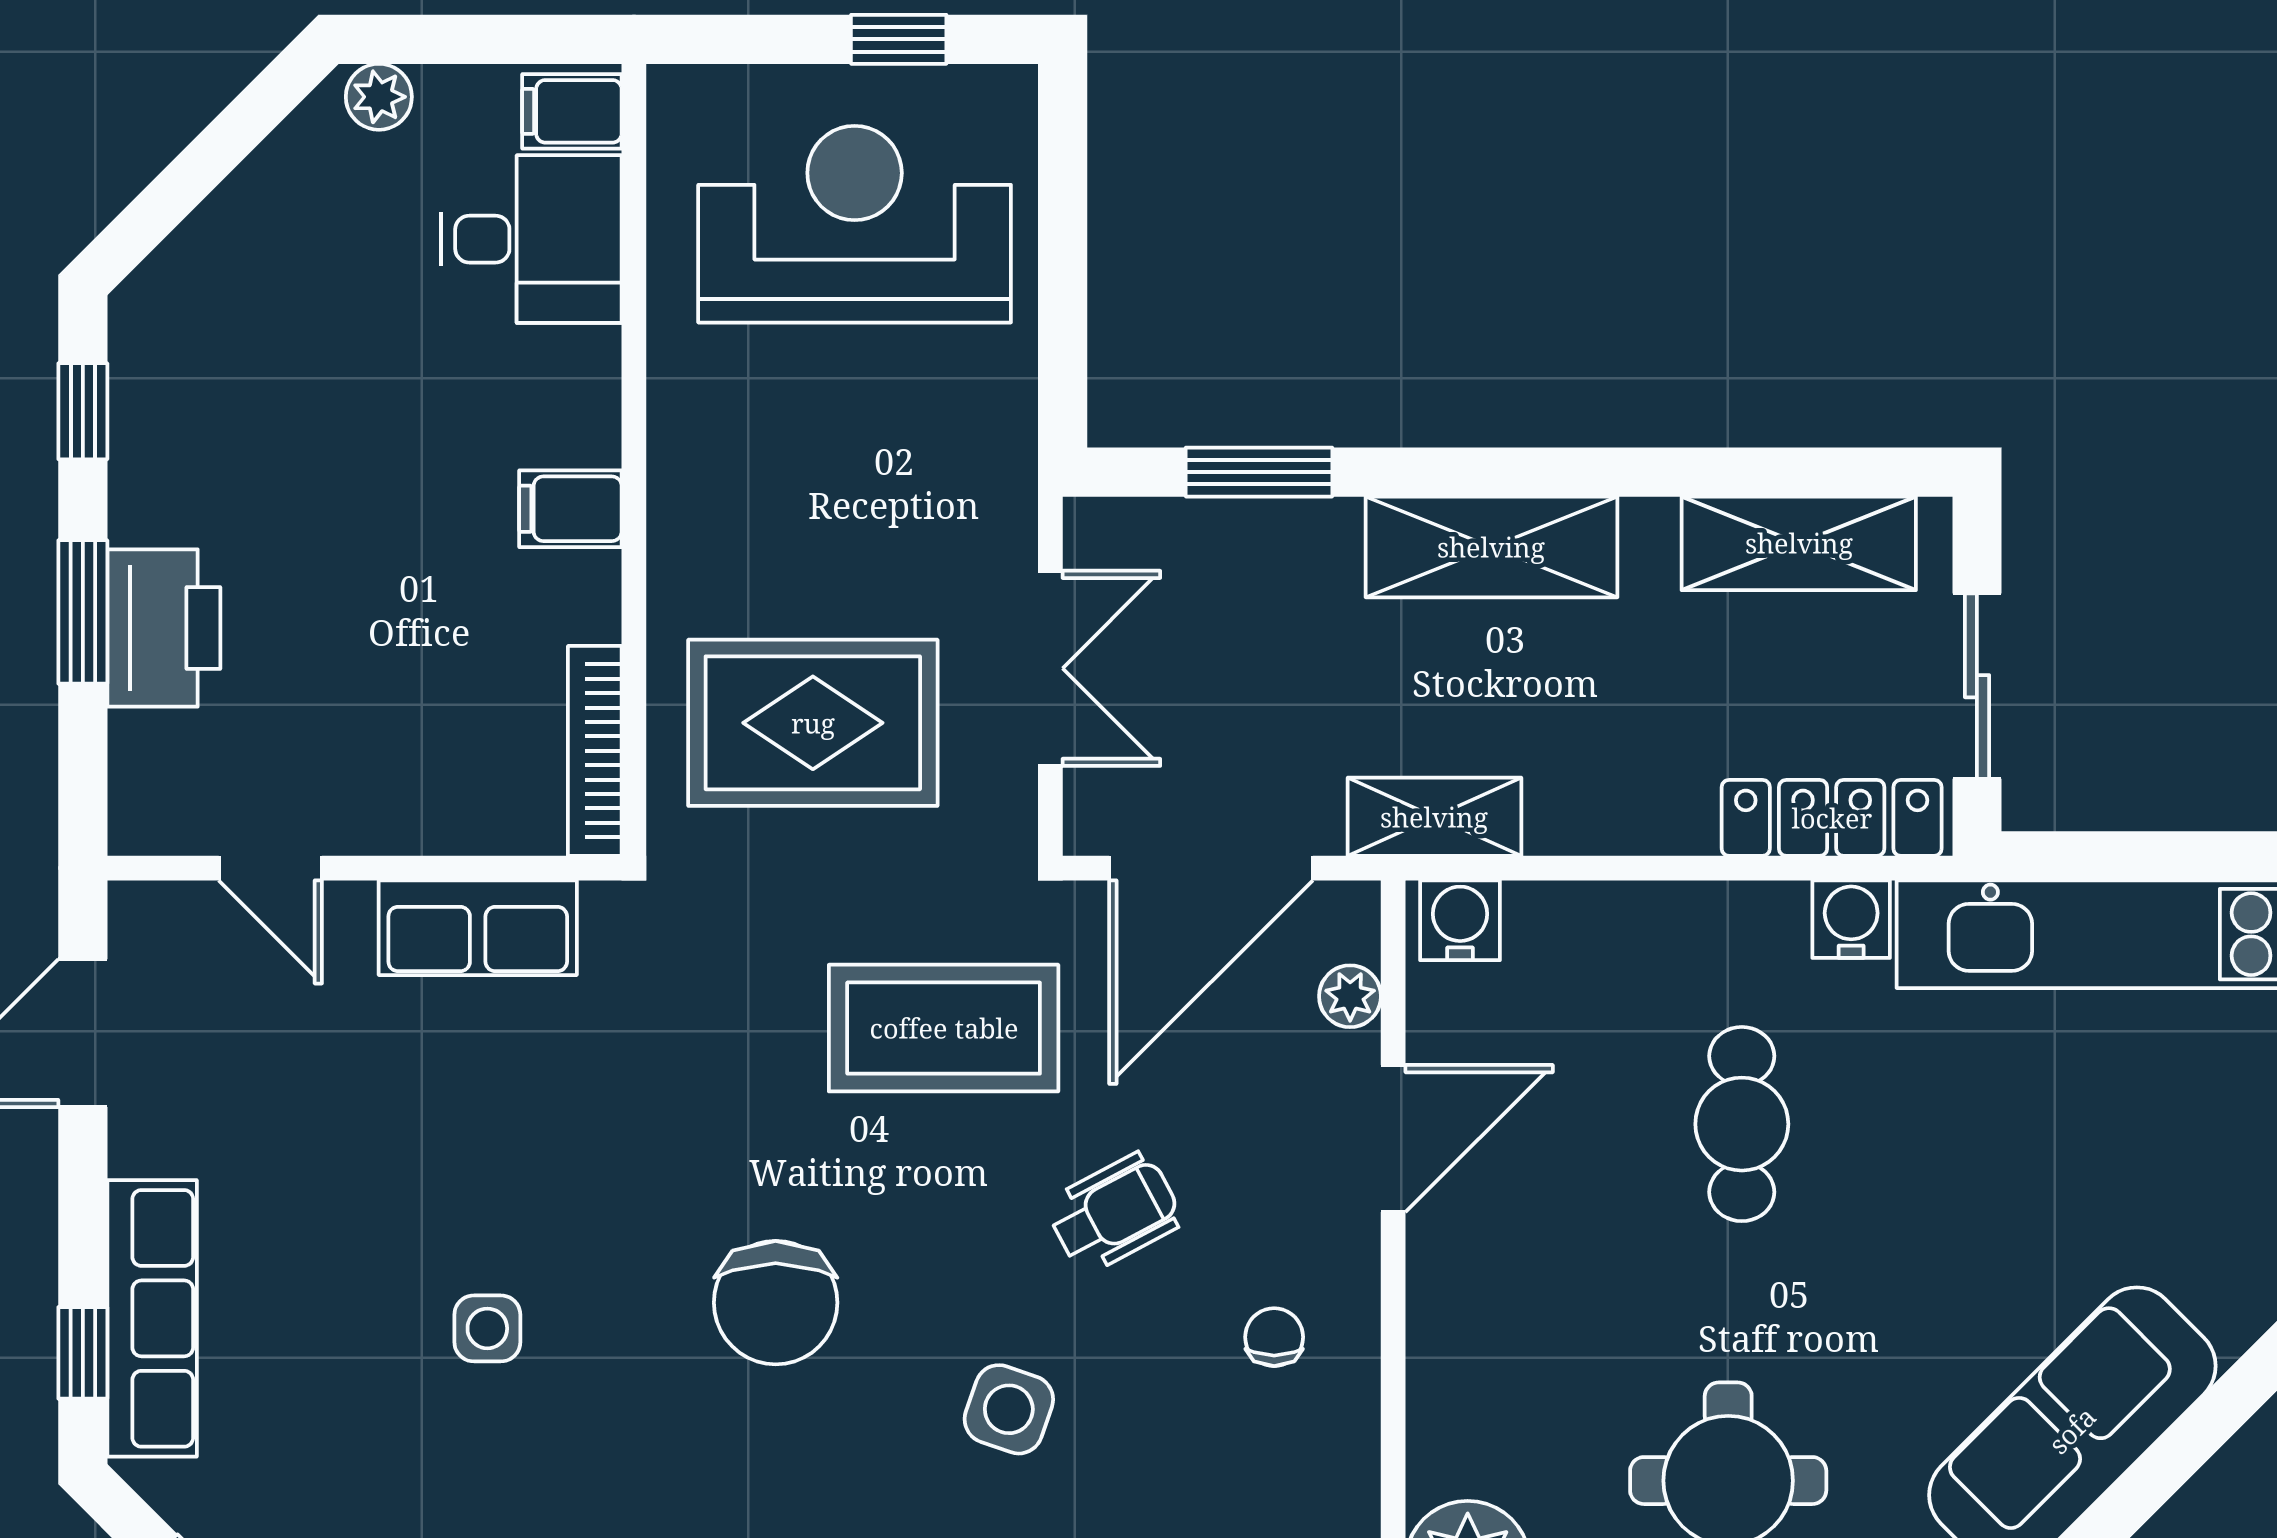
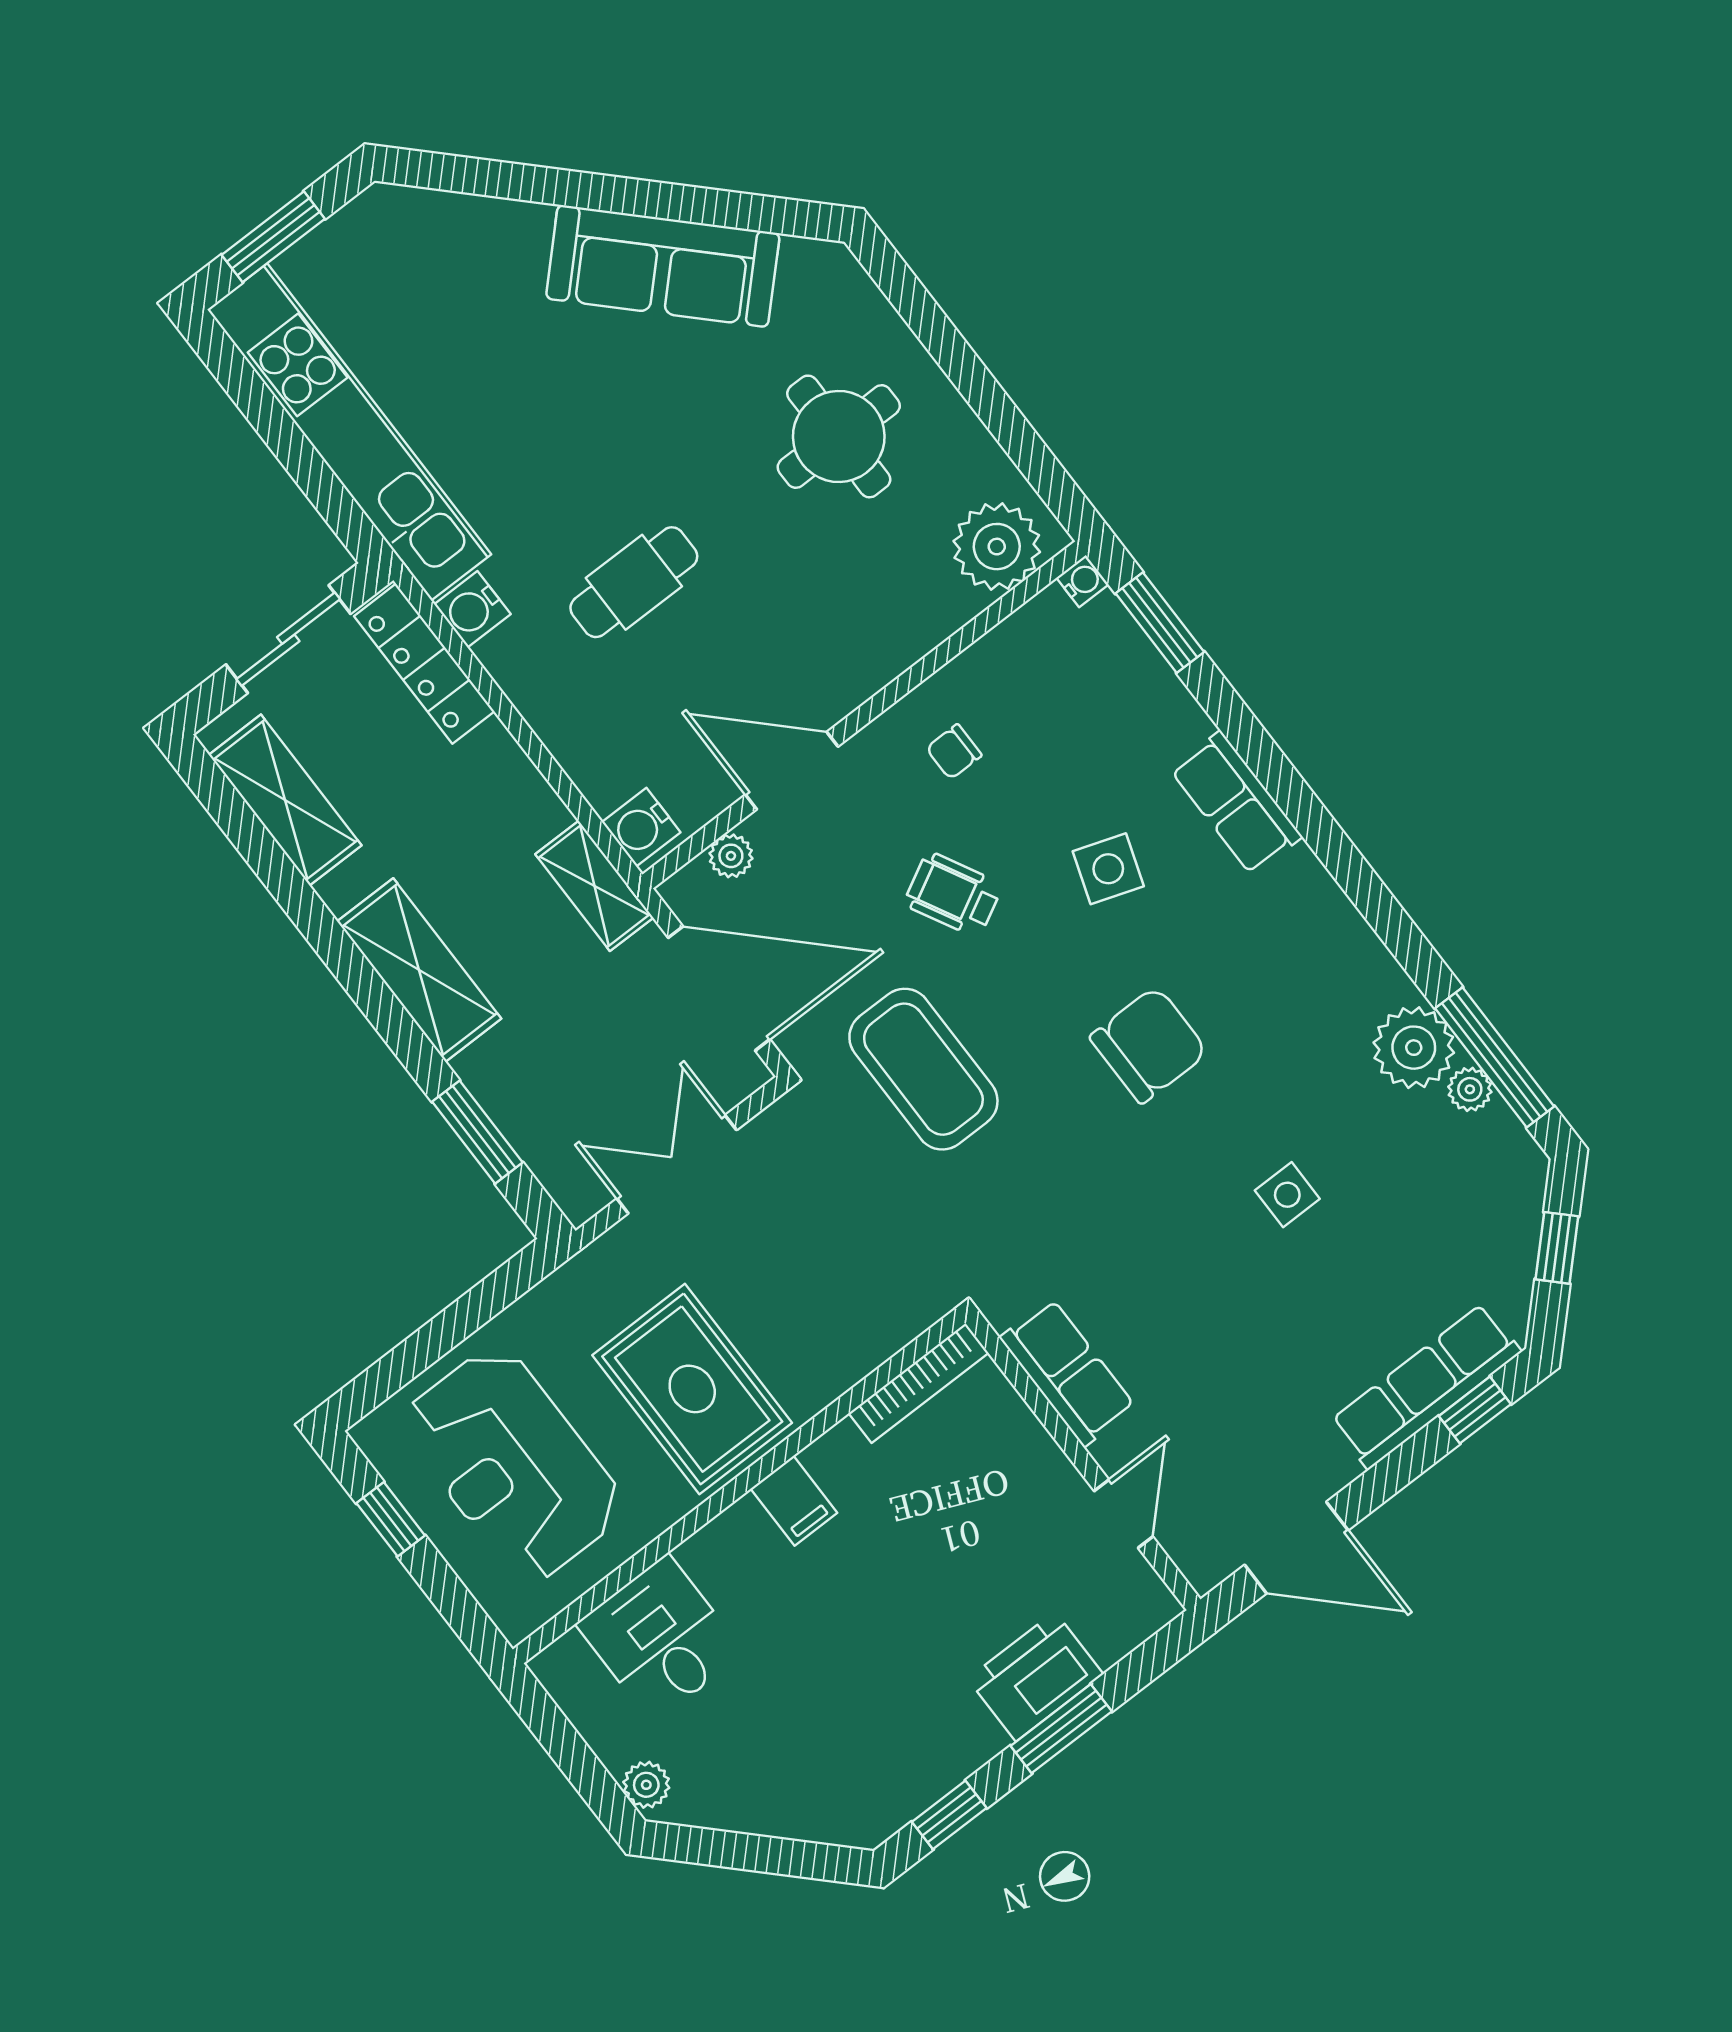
filing cabinet: (572, 111) -> (571, 1671), removed
rug: (813, 723) -> (692, 1389), moved

